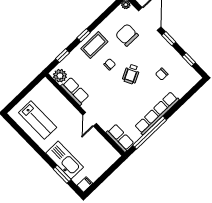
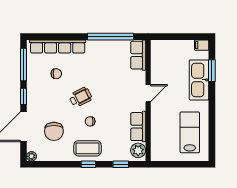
window: (189, 59) -> (24, 65), width x2.17
row of seats: (157, 113) -> (58, 46), moved

